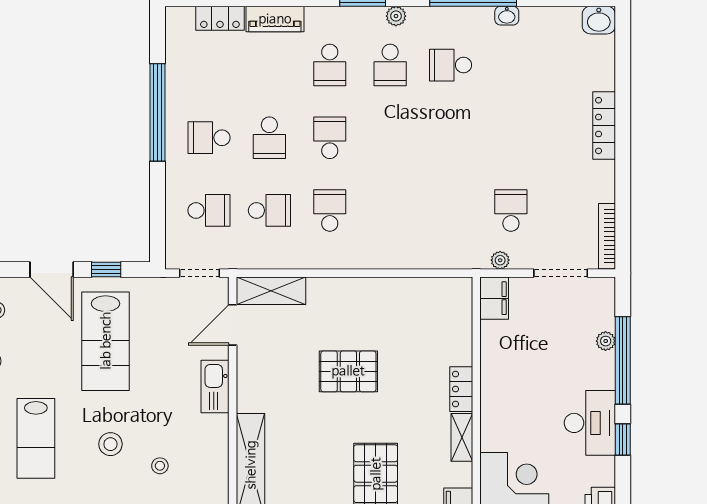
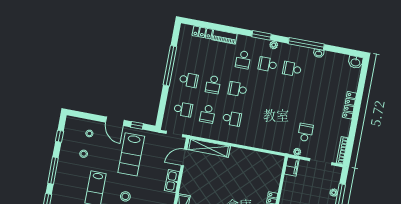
school desk: (390, 65) -> (268, 64), turned 90
school desk: (209, 138) -> (189, 80), turned 180
school desk: (330, 138) -> (238, 89), turned -90
school desk: (269, 210) -> (208, 114), turned 90
school desk: (330, 210) -> (232, 119), turned 90
shelving: (271, 291) -> (209, 148), width x1.47
pallet: (348, 371) -> (227, 185), removed

